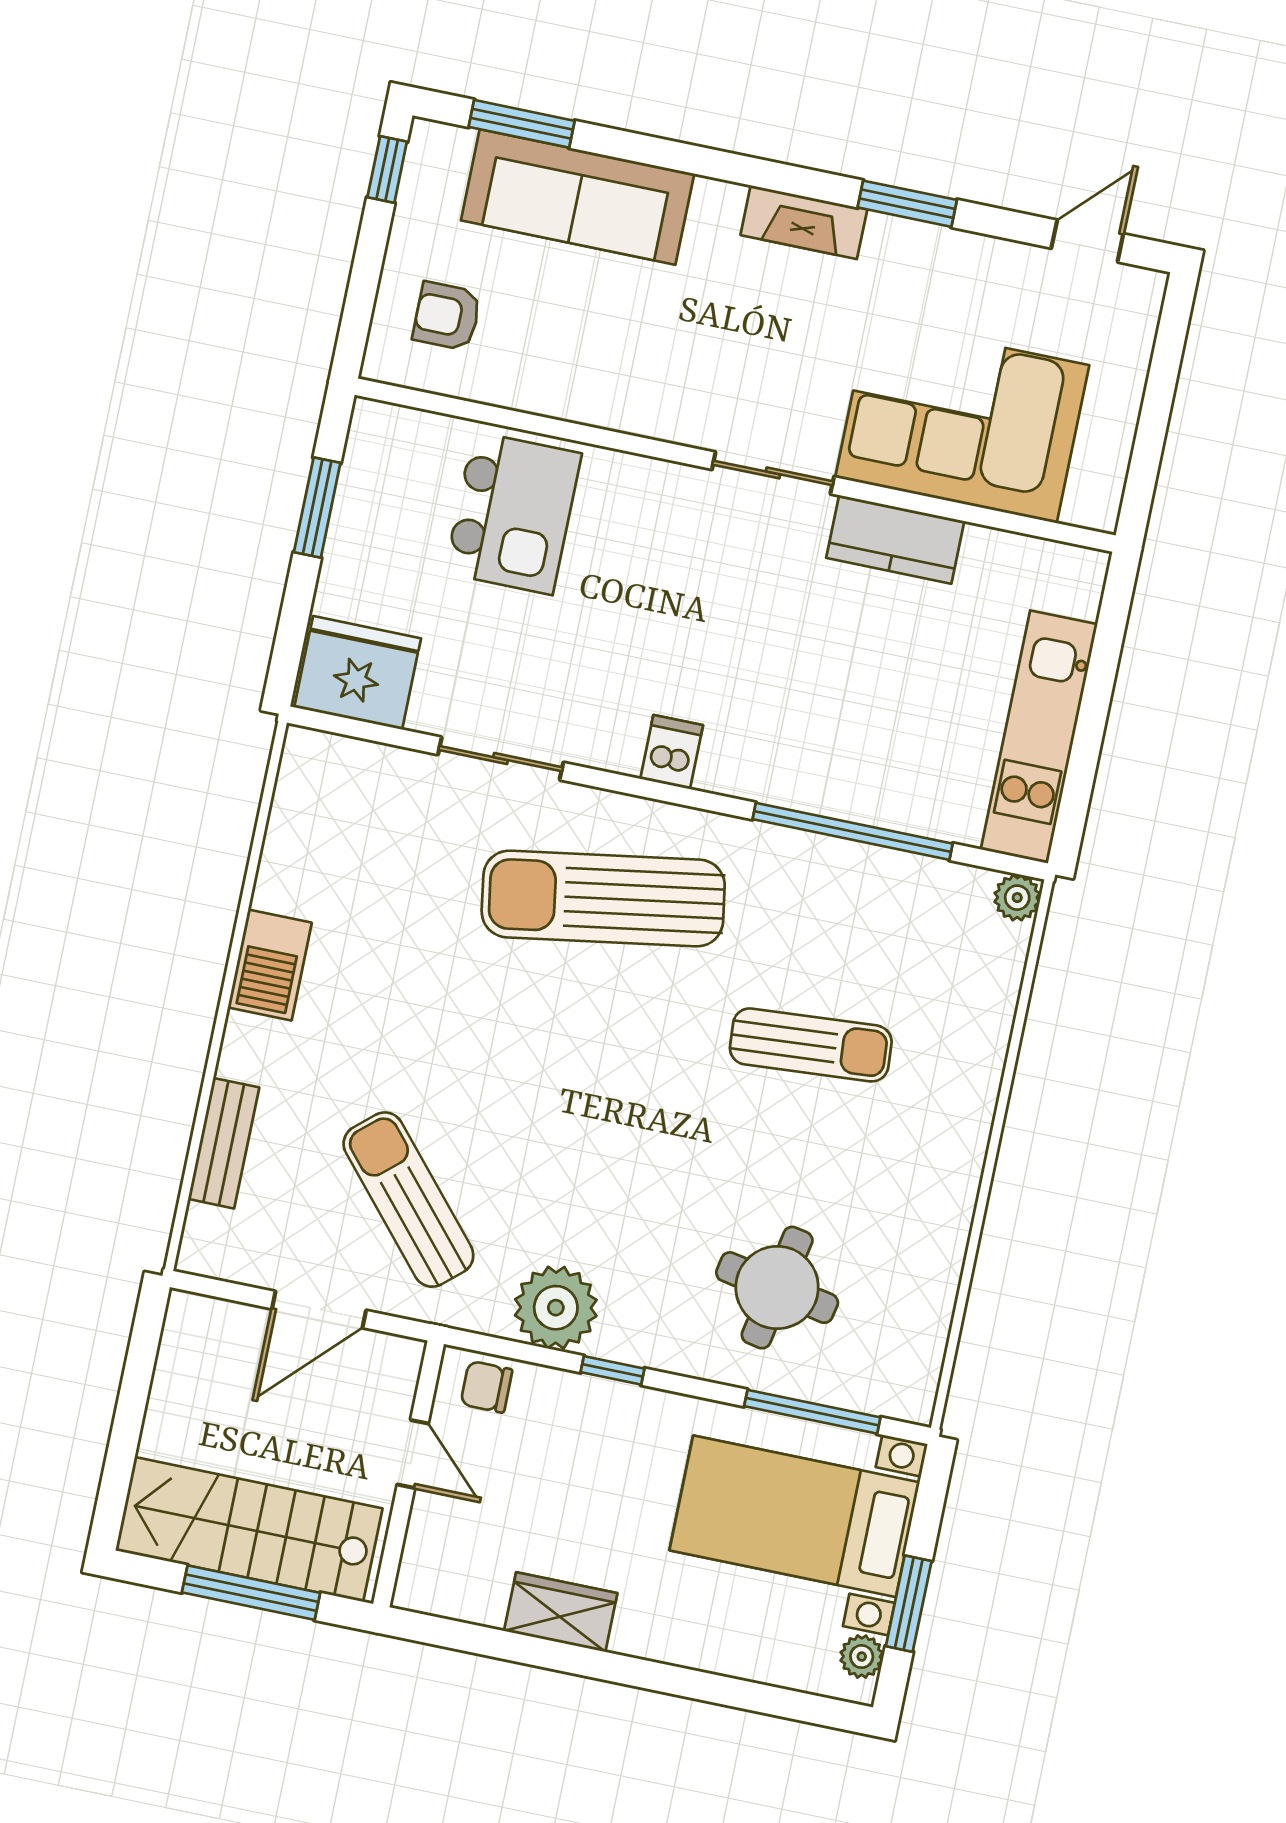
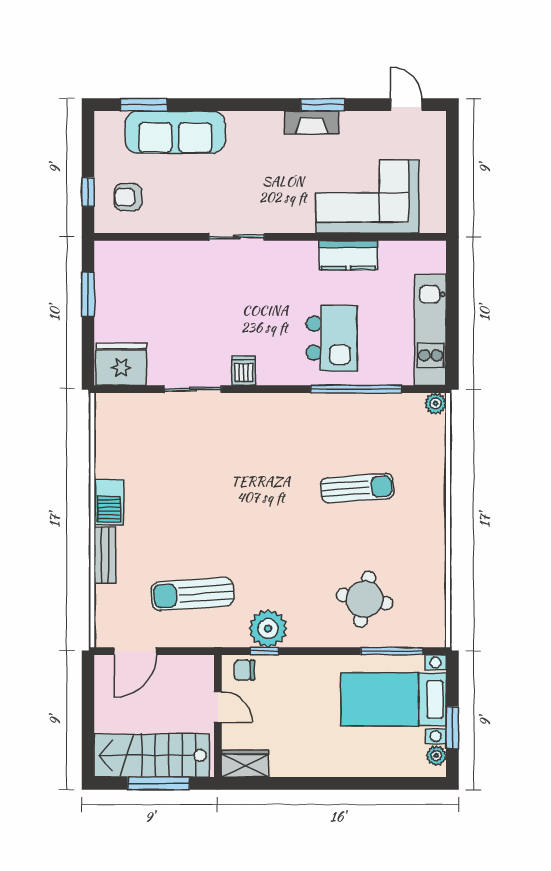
window: (387, 169) -> (88, 192), moved
fireplace: (804, 222) -> (312, 122), moved
door: (1087, 241) -> (406, 105), hinge flipped
sliding door: (773, 473) -> (237, 237), moved
kitchen island: (513, 513) -> (332, 338), moved
dishwasher: (672, 752) -> (244, 371), moved
sun lounger: (603, 898) -> (251, 442), removed
bench: (224, 1143) -> (105, 555), moved
sun lounger: (408, 1200) -> (192, 594), turned -53
door: (319, 1310) -> (135, 651), moved
window: (613, 1370) -> (264, 651), moved
wardrobe: (561, 1612) -> (245, 764), moved

